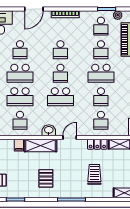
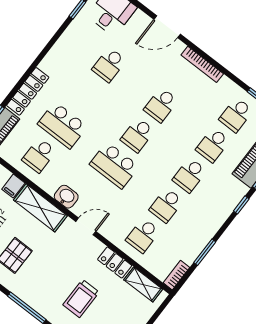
school desk: (20, 73) -> (86, 95), removed
school desk: (101, 73) -> (189, 175), width x0.54
trolley: (94, 174) -> (81, 298), turned 180

